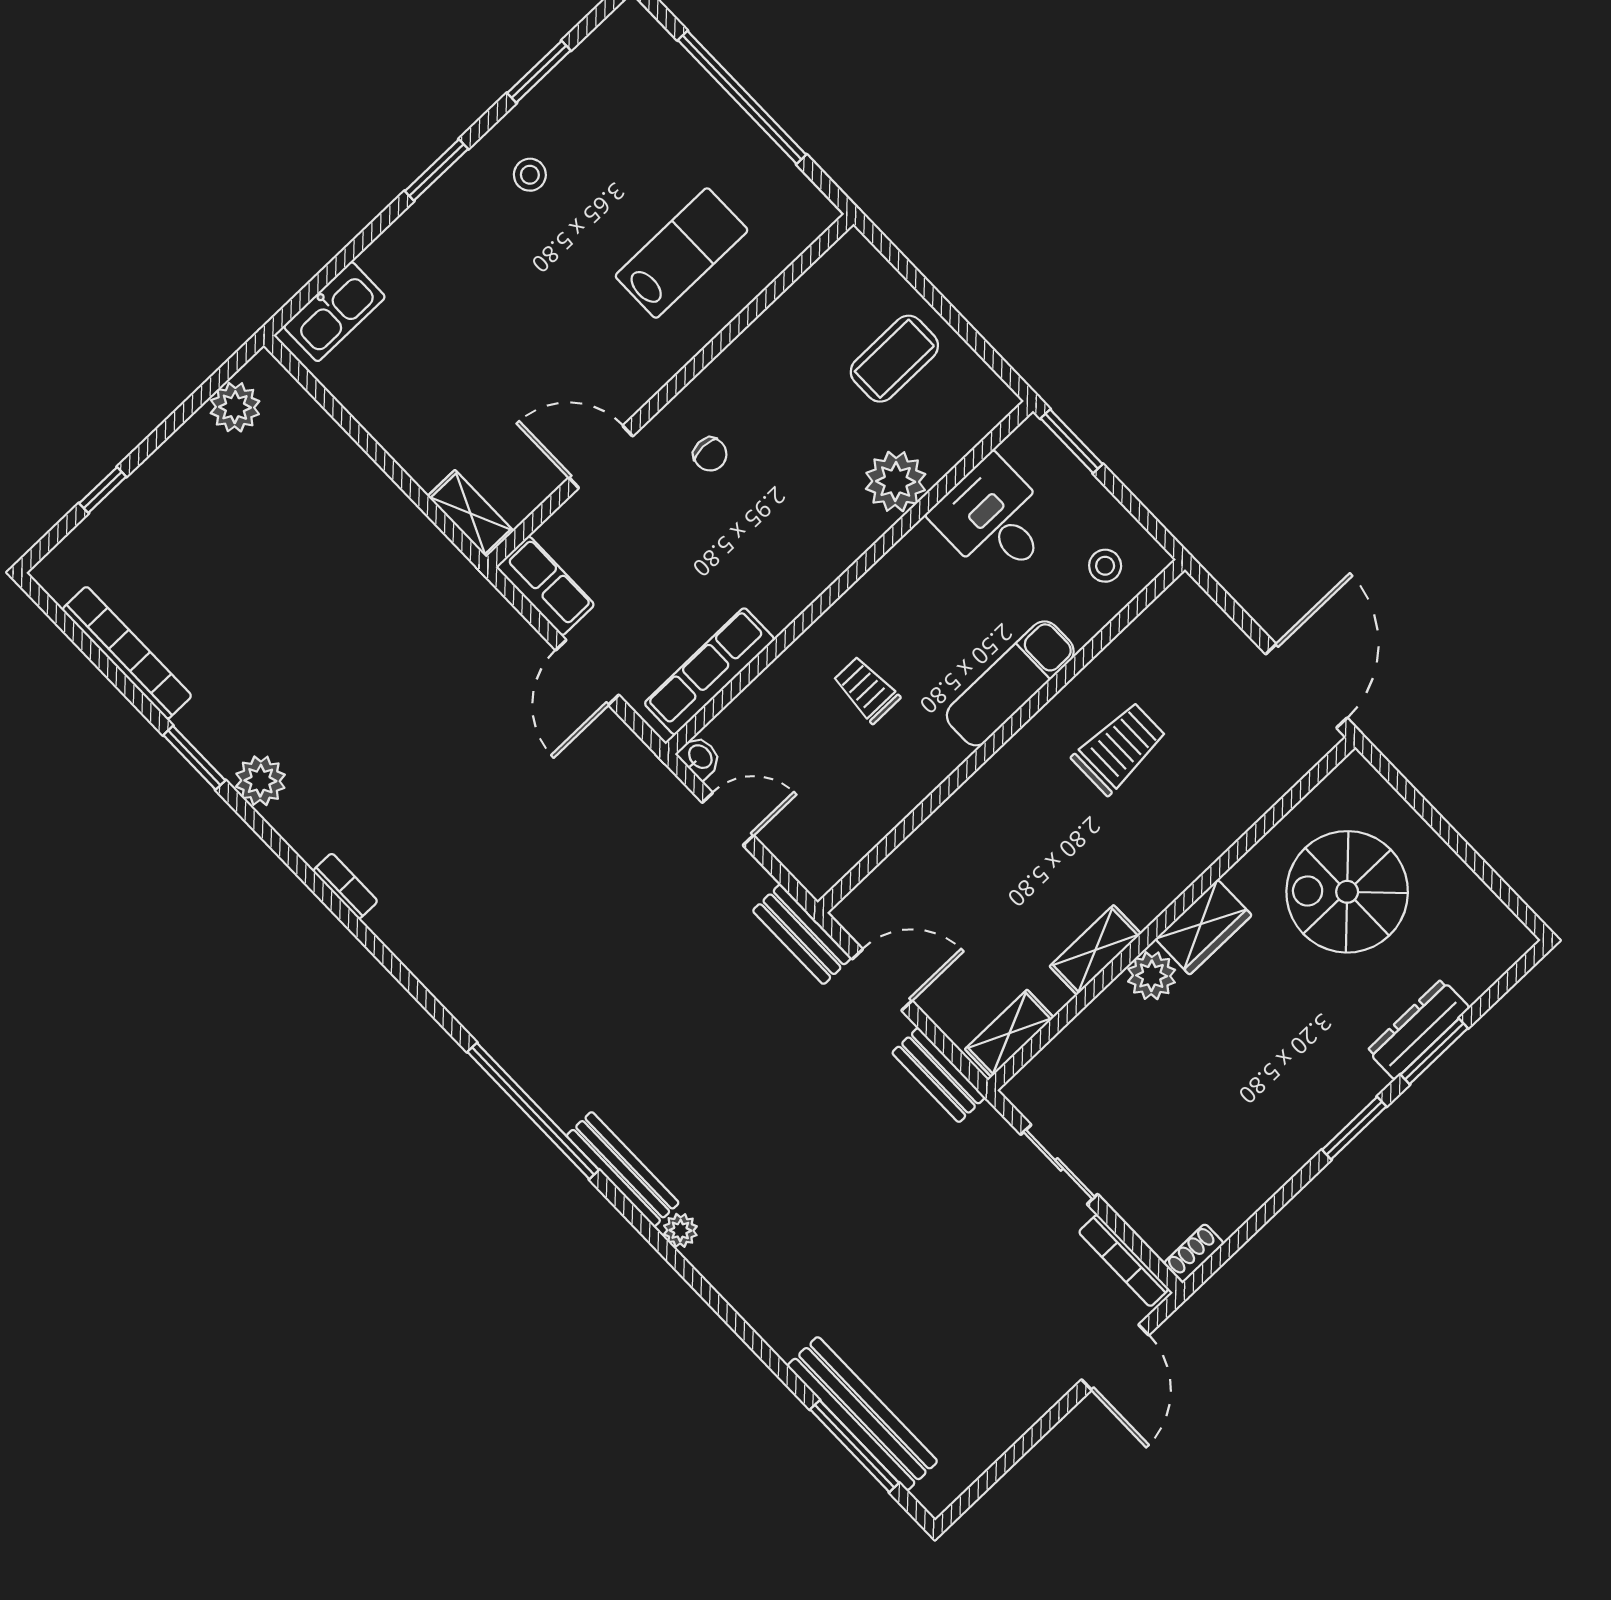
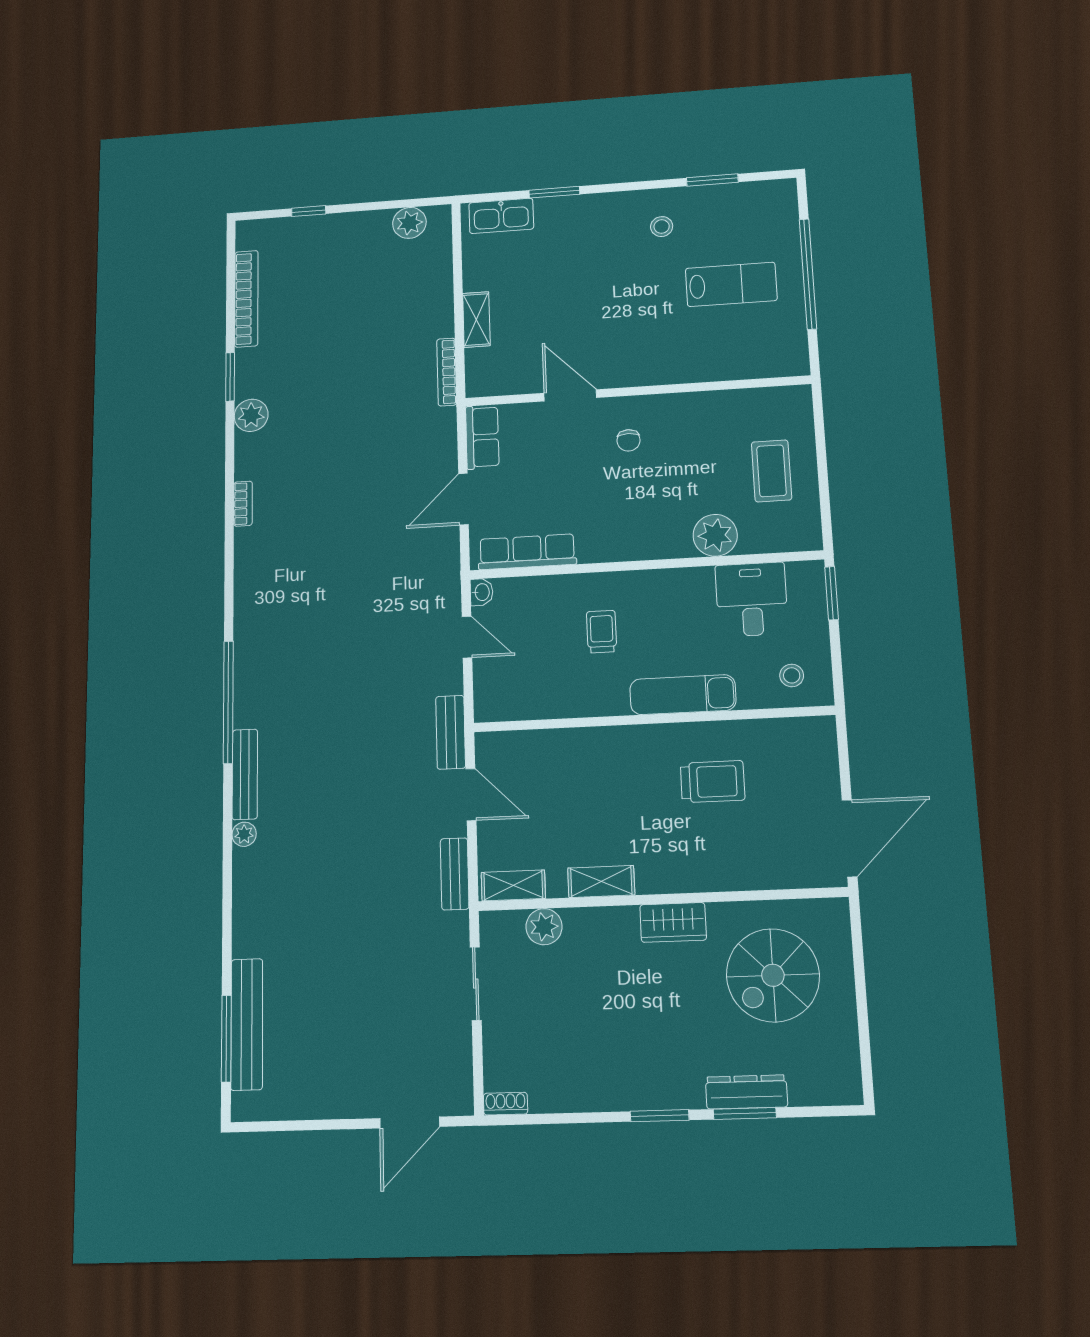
window: (436, 170) -> (554, 192), moved
lab bench: (682, 253) -> (731, 284), moved
coffee table: (894, 359) -> (772, 471), turned 90
shelving: (471, 514) -> (476, 319), moved
spiral stairs: (1347, 892) -> (773, 975), turned -90
plant: (1152, 976) -> (544, 927), moved
bookcase: (1124, 1261) -> (447, 372), moved

